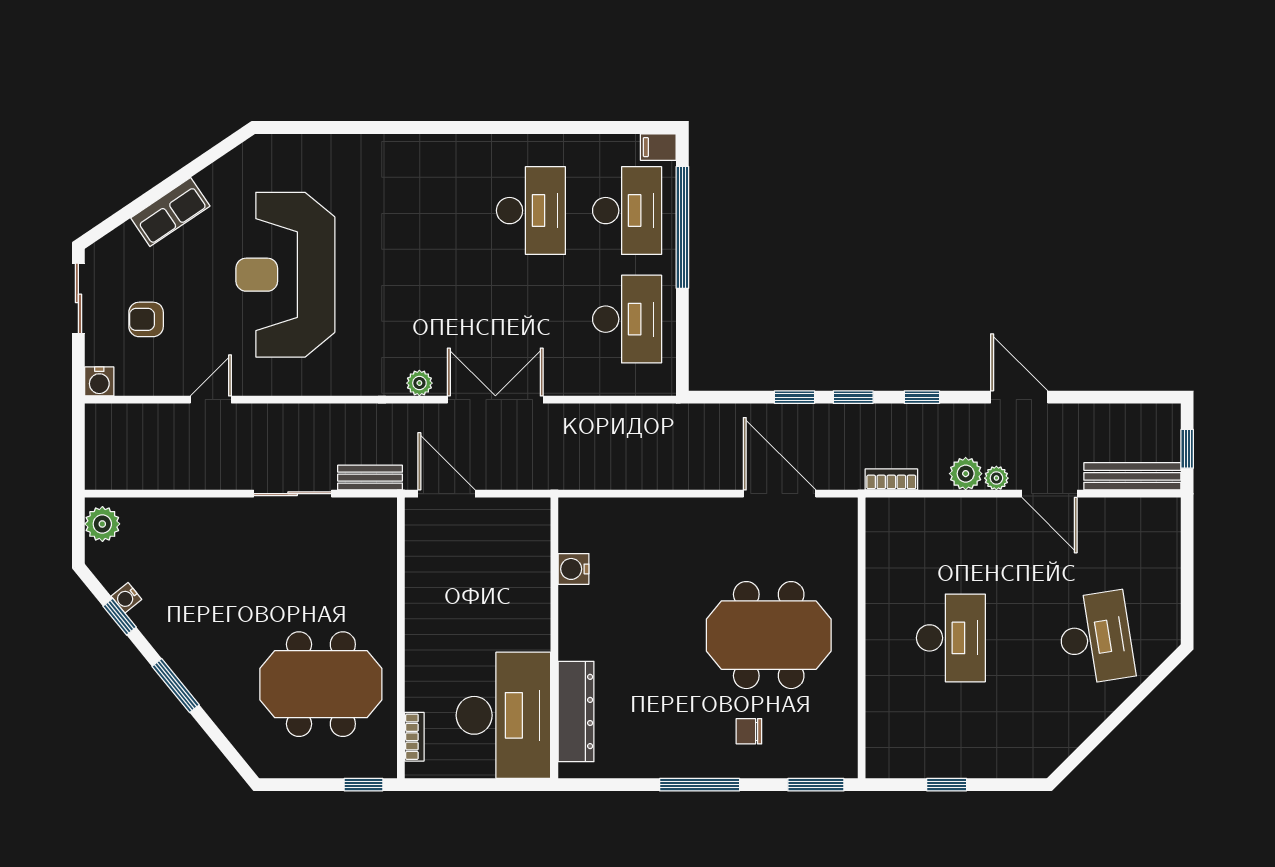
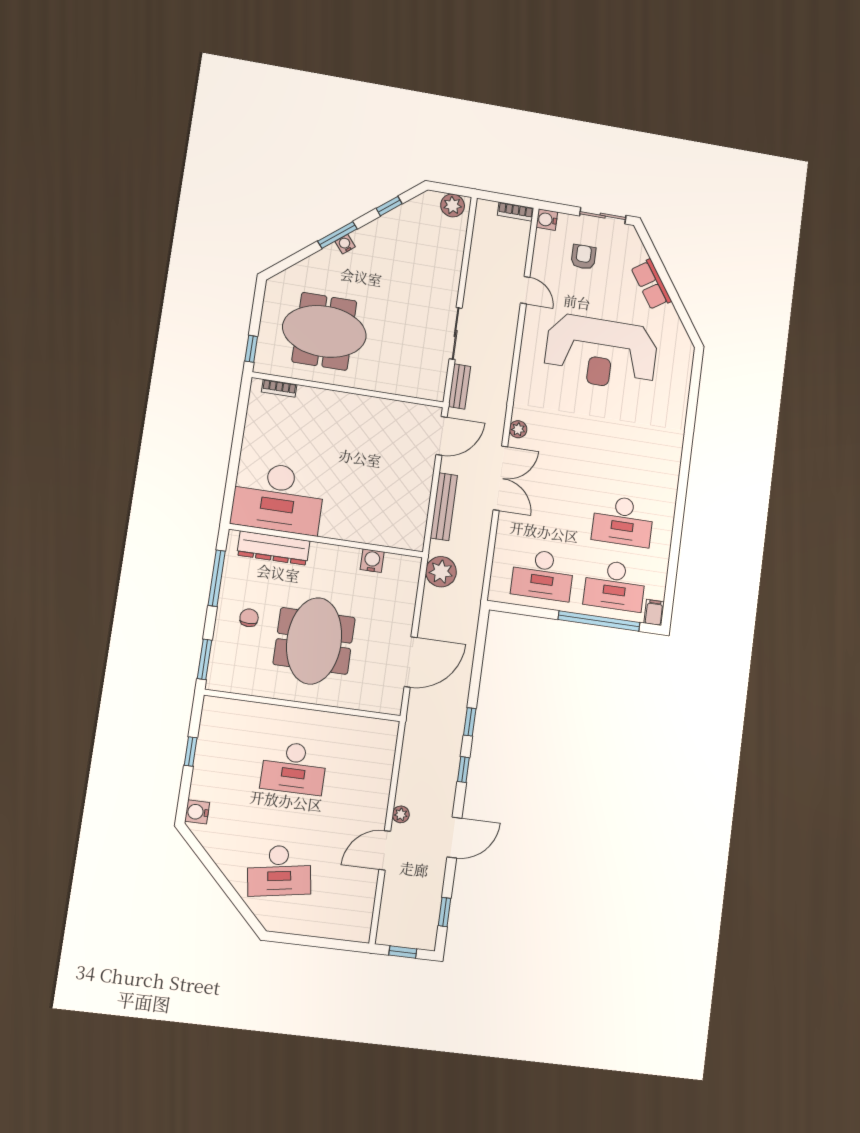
reception desk: (285, 275) -> (601, 352), turned 180
window: (795, 397) -> (445, 912), moved
plant: (966, 474) -> (441, 572), moved, width x1.36, depth x1.36
bench: (1132, 476) -> (444, 507), moved
bookcase: (891, 479) -> (515, 212), moved, turned 90
water cooler: (574, 569) -> (372, 561), moved
water cooler: (126, 598) -> (345, 244), moved
wall: (554, 638) -> (326, 541), moved
meeting table: (321, 684) -> (324, 331), turned 90
dresser: (576, 711) -> (273, 548), moved
desk: (503, 715) -> (278, 498), moved
water cooler: (1029, 763) -> (197, 812), added

